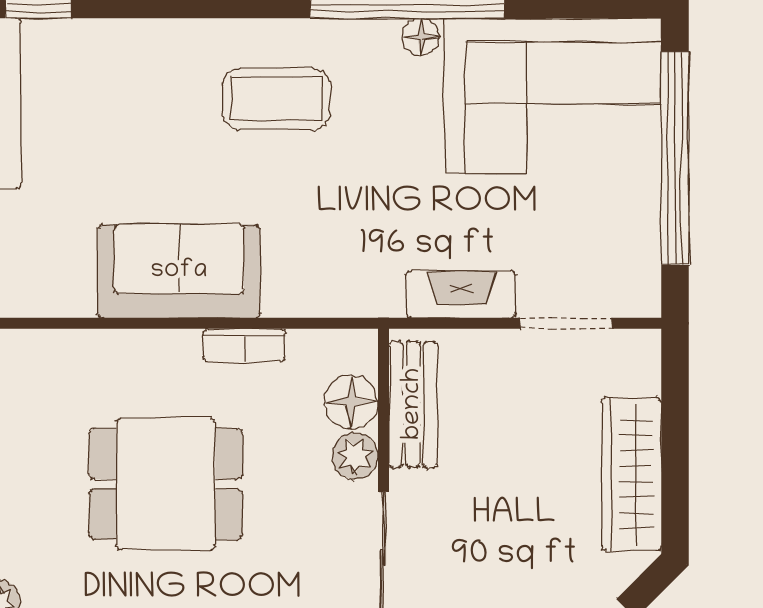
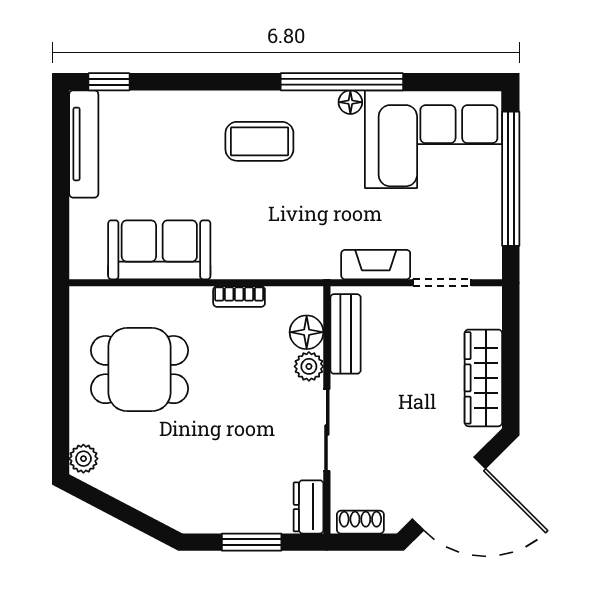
sofa: (179, 271) -> (159, 250), moved
dining table: (166, 484) -> (140, 370), moved

